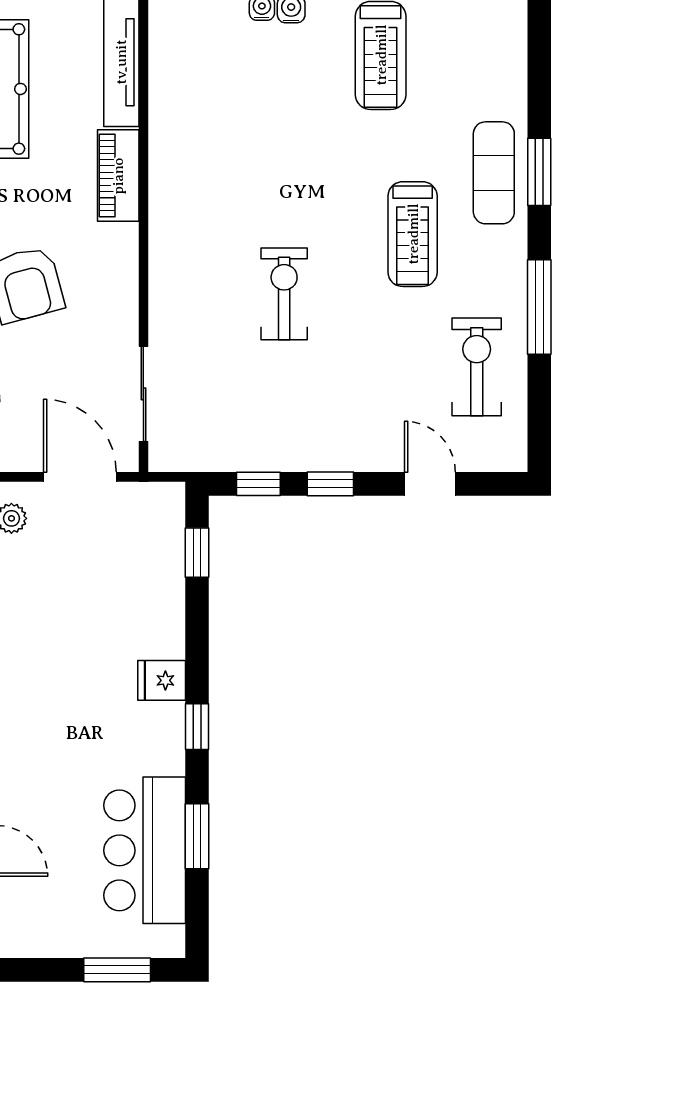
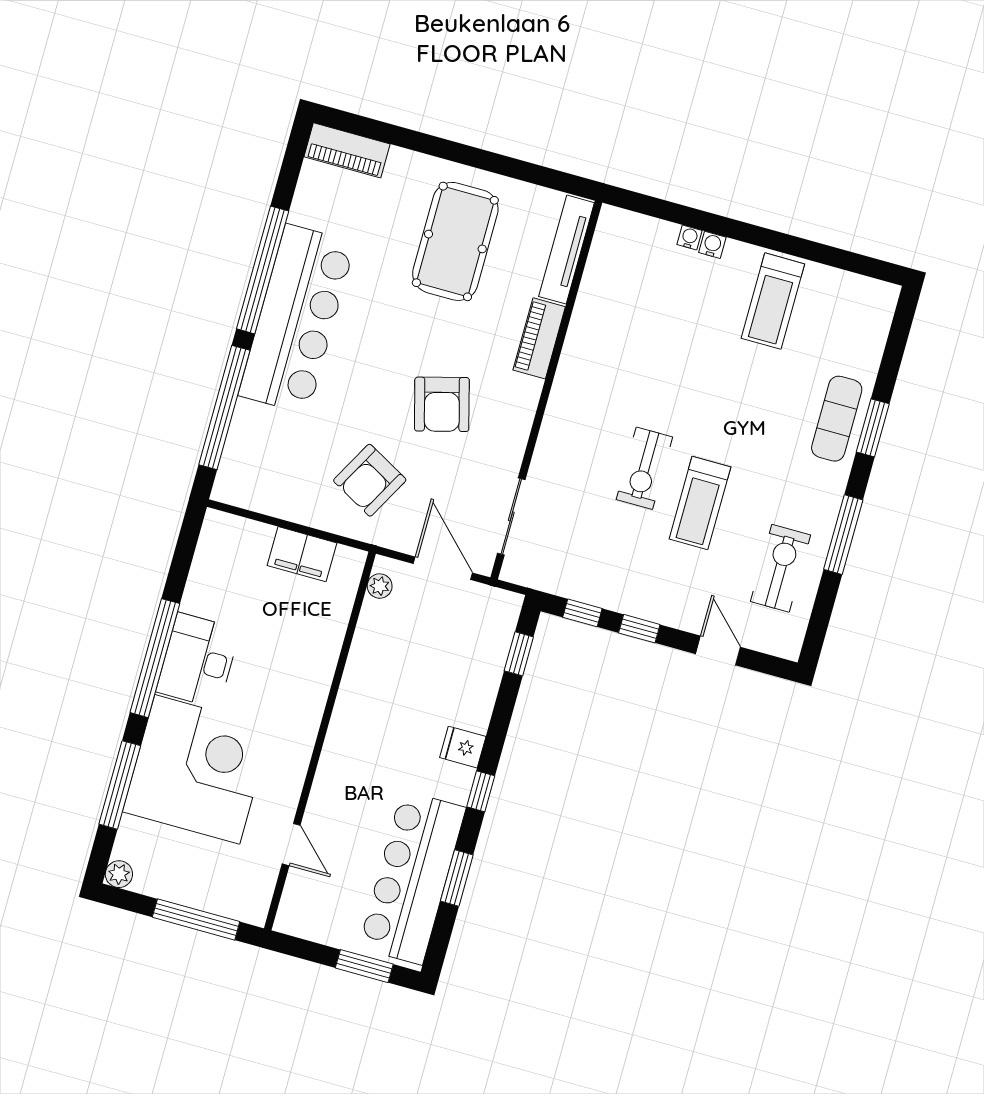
treadmill: (413, 234) -> (700, 503), moved
exercise bike: (284, 294) -> (644, 468), turned 180
bar counter: (145, 850) -> (412, 878), width x1.36

